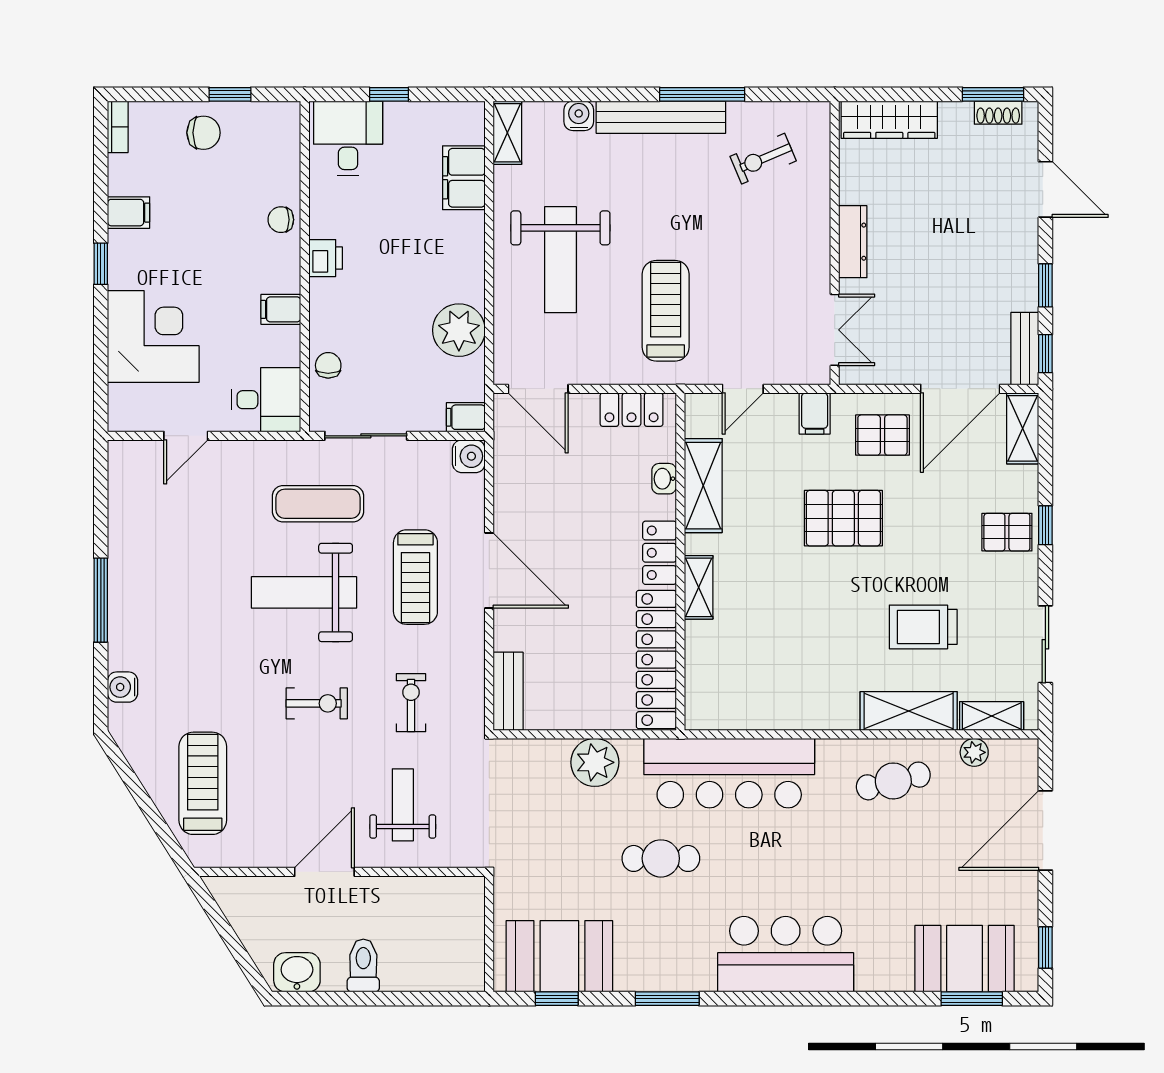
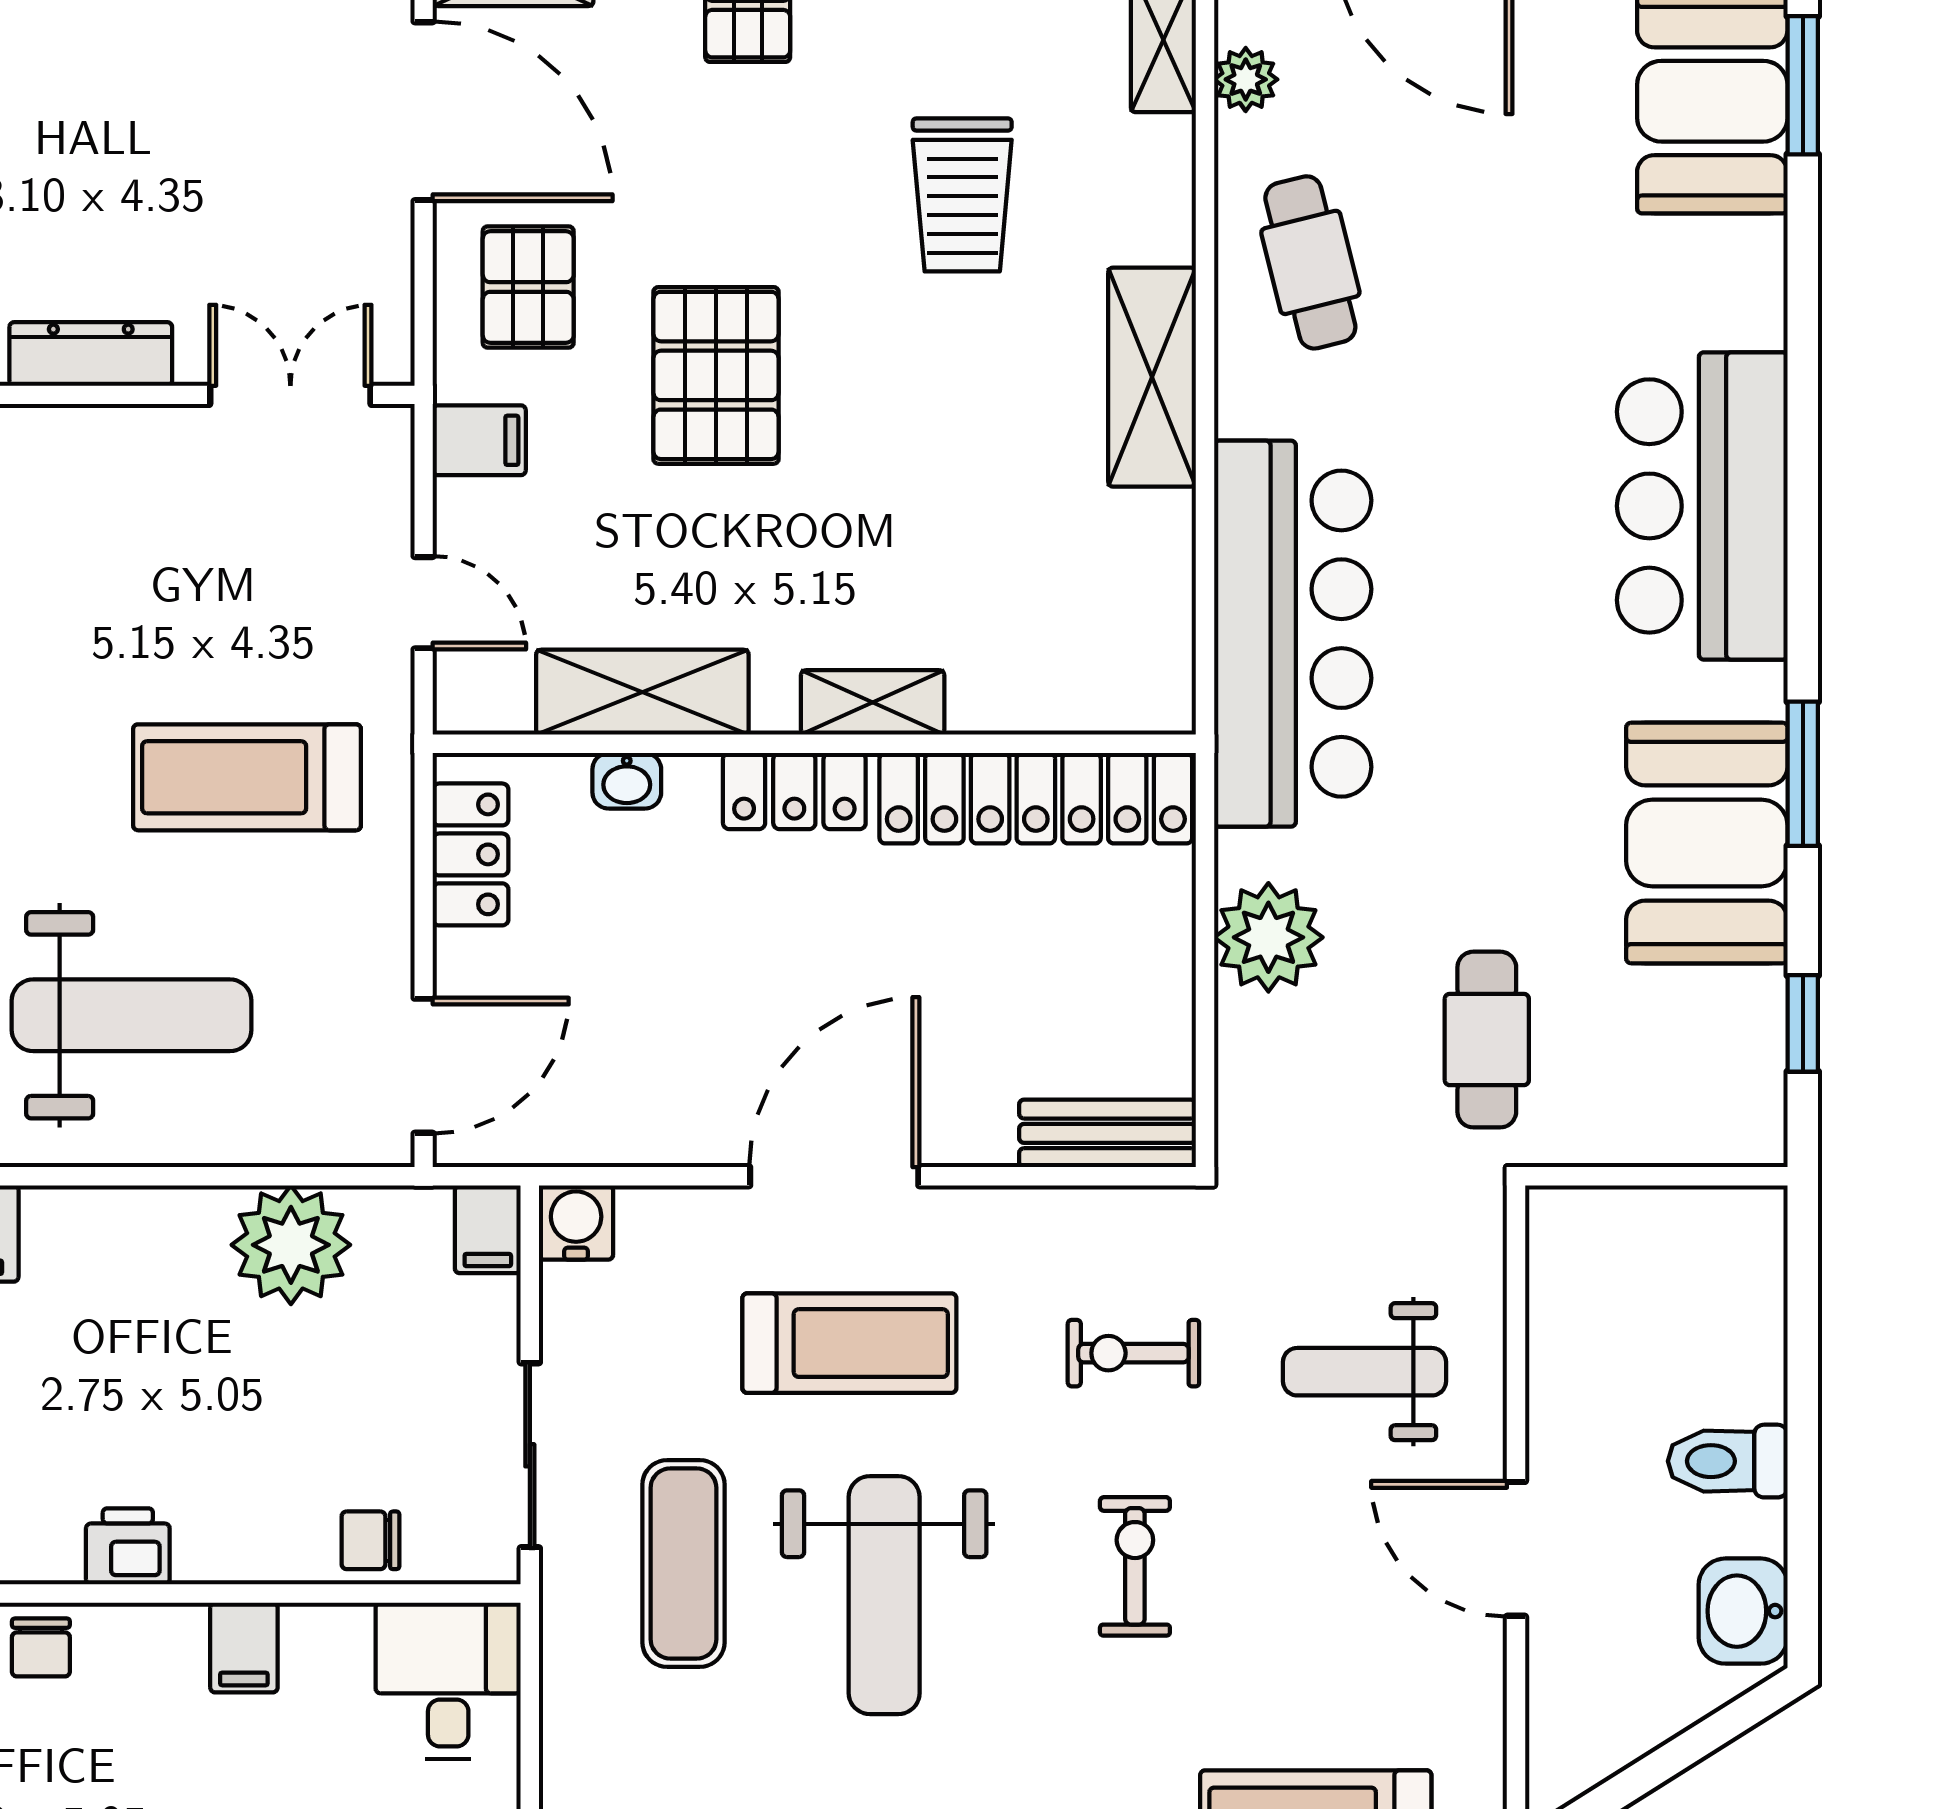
shelving: (909, 711) -> (1152, 377), moved
cafe table: (661, 858) -> (1487, 1040), moved
booth: (559, 956) -> (1707, 843), moved

